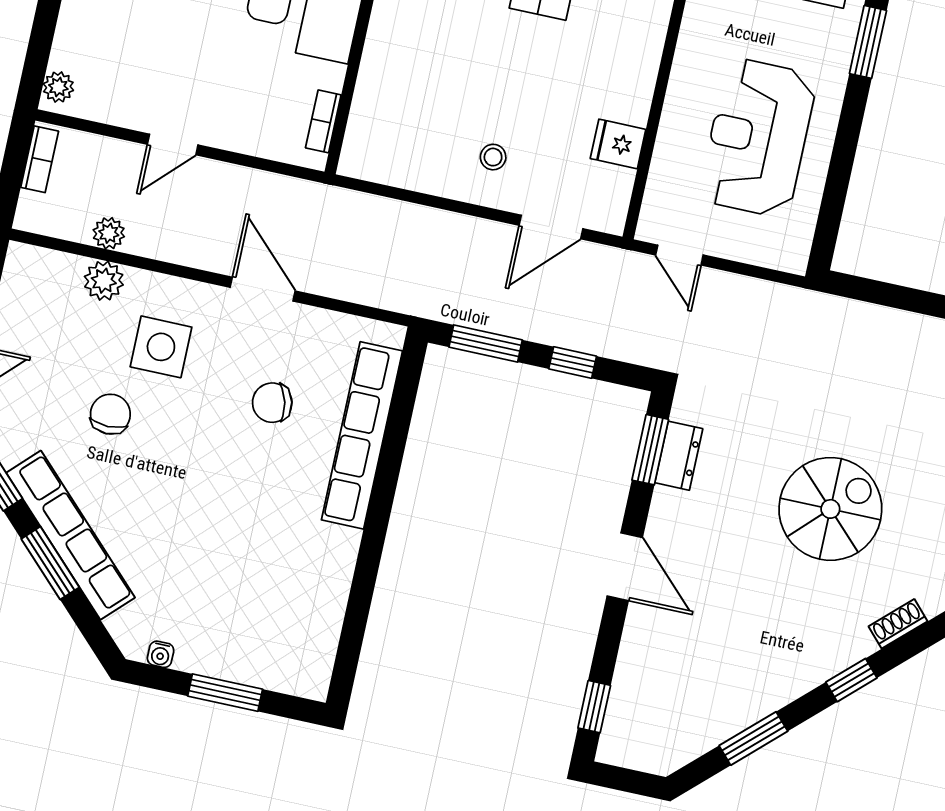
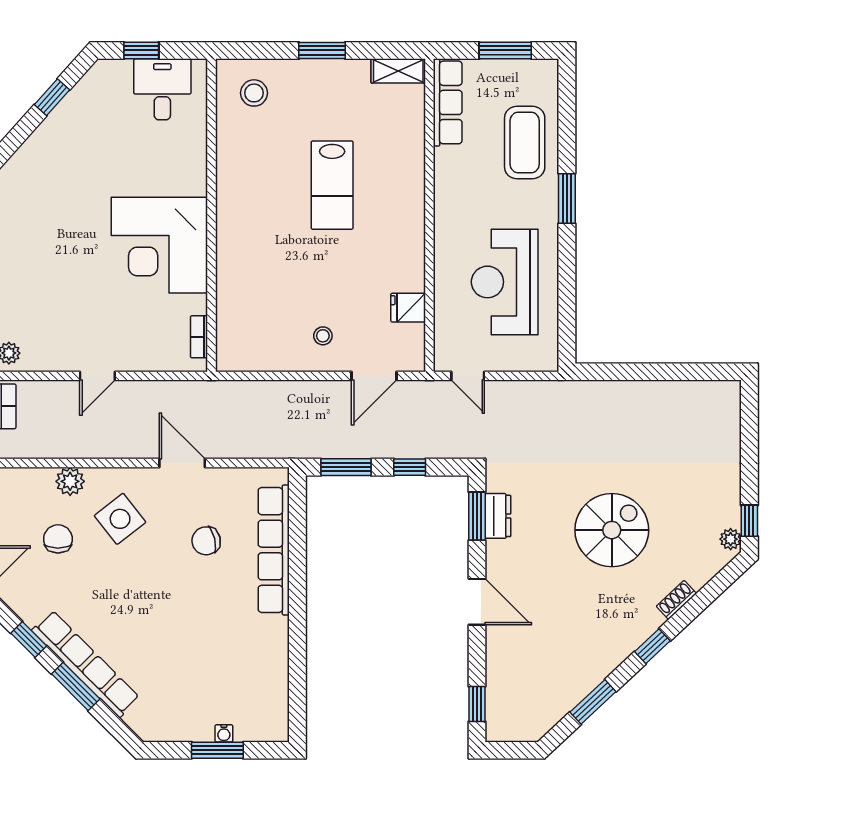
plant: (109, 233) -> (66, 447), removed
side table: (161, 347) -> (120, 519), turned -38
chair: (110, 414) -> (58, 539), moved
water cooler: (161, 654) -> (224, 733), moved

